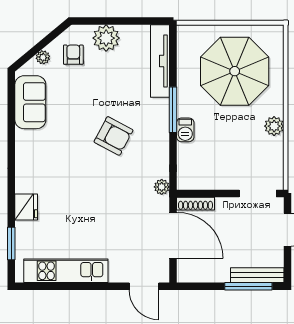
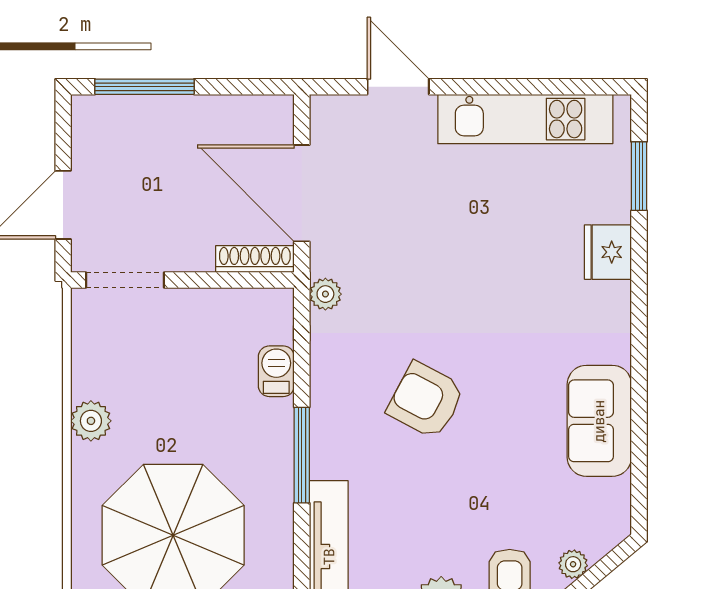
sofa: (30, 102) -> (599, 421), moved
barbecue: (185, 130) -> (276, 371), moved
bench: (257, 275) -> (126, 110), removed
door: (144, 286) -> (398, 87), moved

